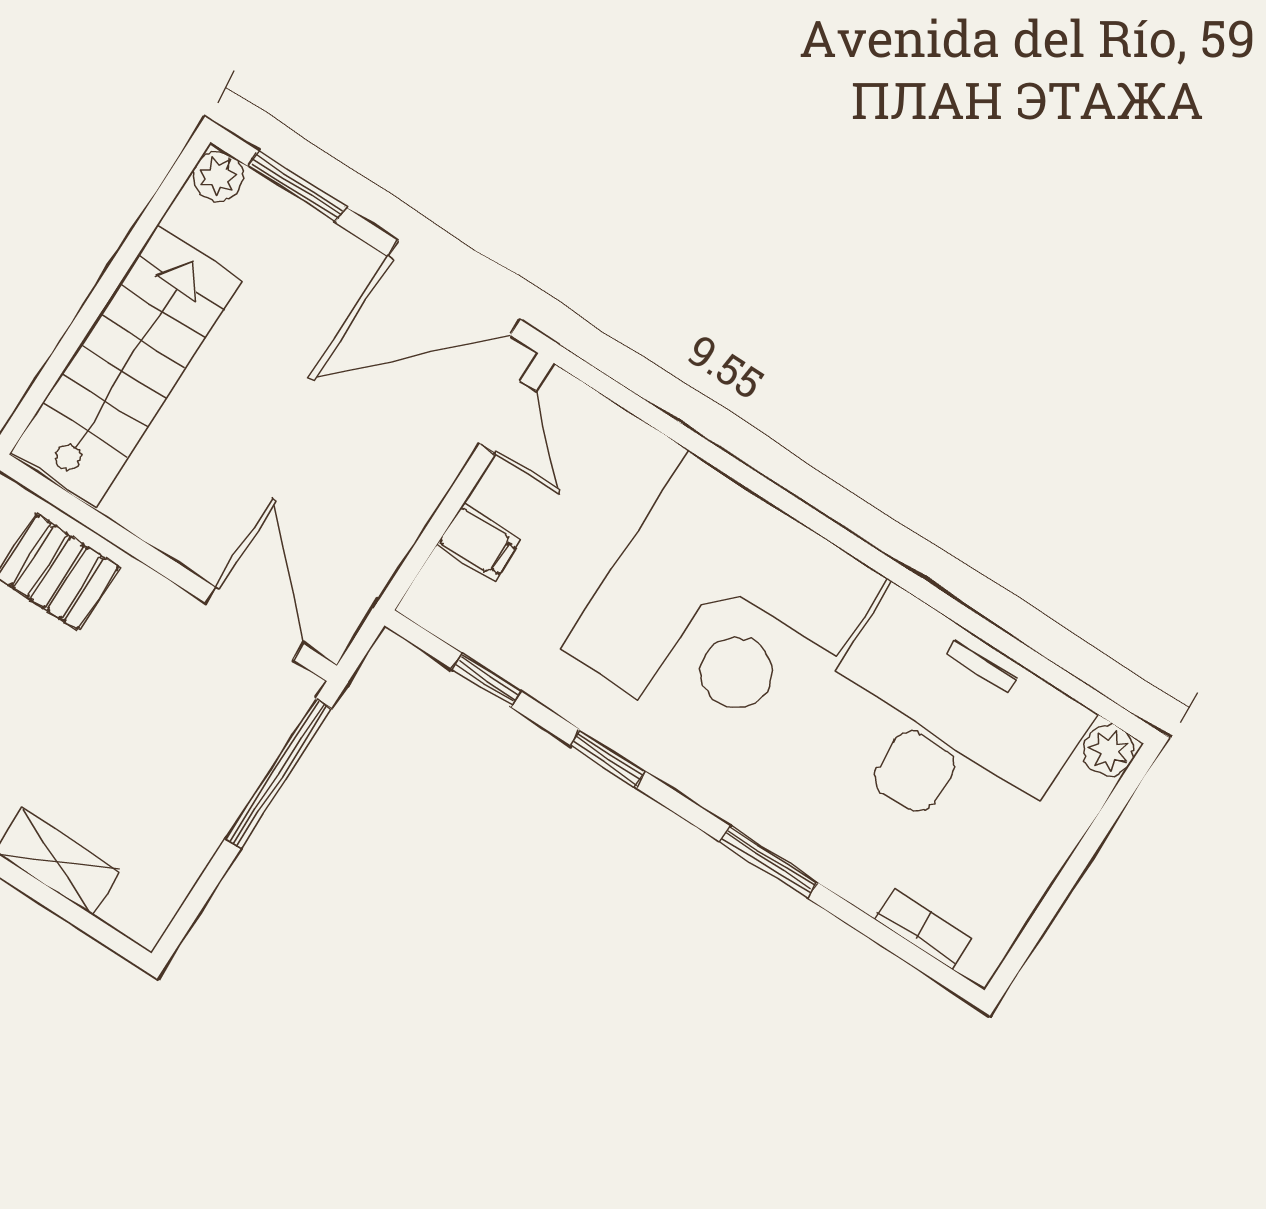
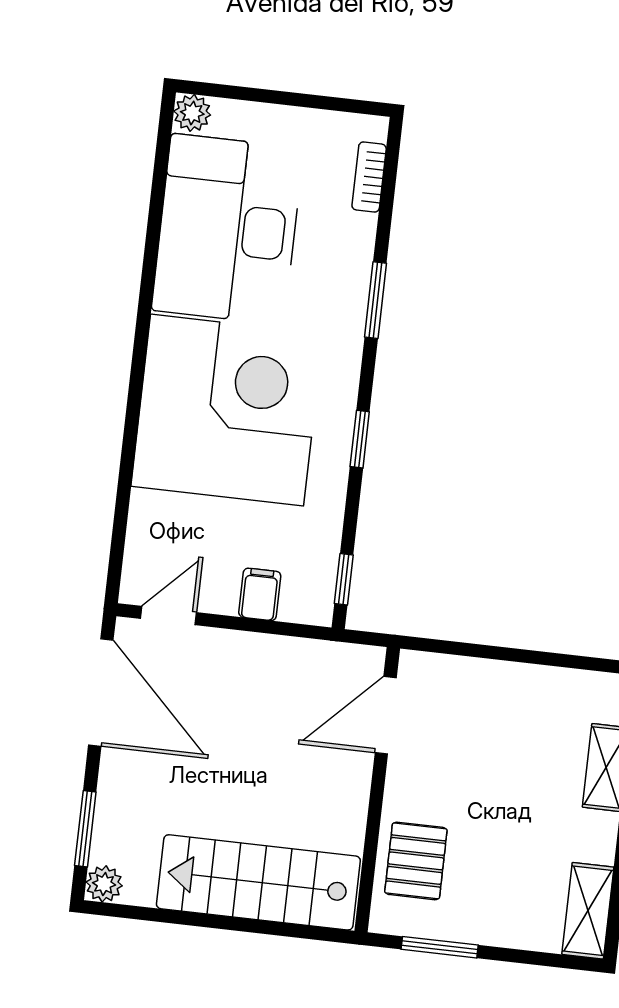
window: (487, 680) -> (344, 579), moved
window: (278, 774) -> (477, 651), removed

